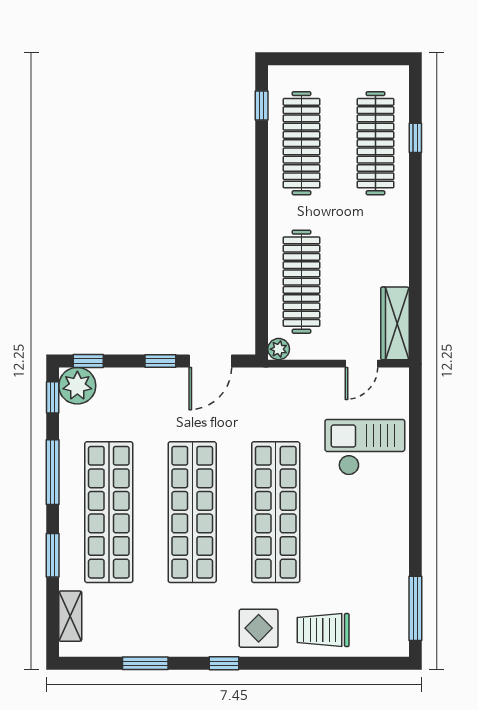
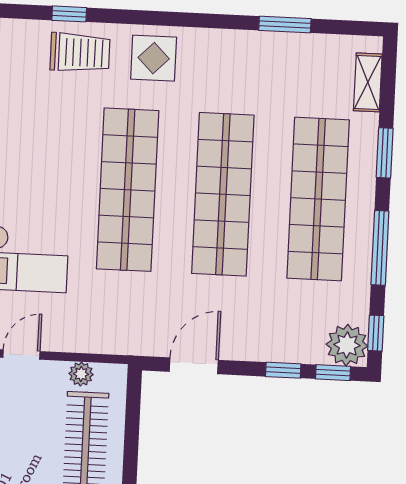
plant: (279, 349) -> (81, 374), moved
window: (160, 361) -> (283, 370), moved
window: (224, 663) -> (69, 14), moved

